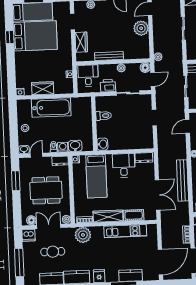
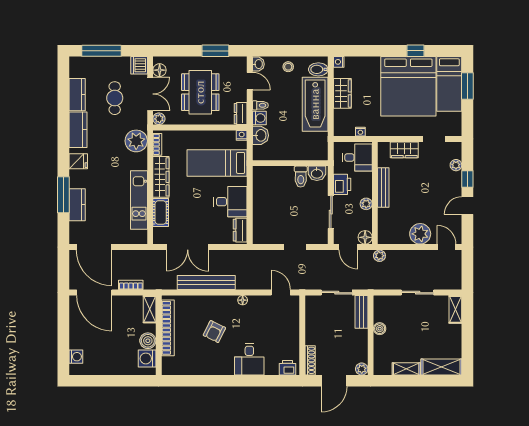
bed: (35, 36) -> (408, 86), width x1.36
bidet: (26, 106) -> (318, 69), added
washbasin: (102, 144) -> (317, 173), moved

